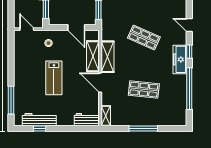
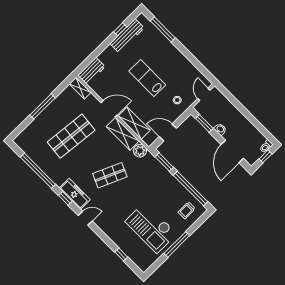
door: (27, 29) -> (204, 94), swing flipped
plant: (107, 34) -> (140, 151), added
freezer: (180, 59) -> (75, 194), moved
shop shelf: (144, 90) -> (71, 136), width x1.43, depth x1.36

